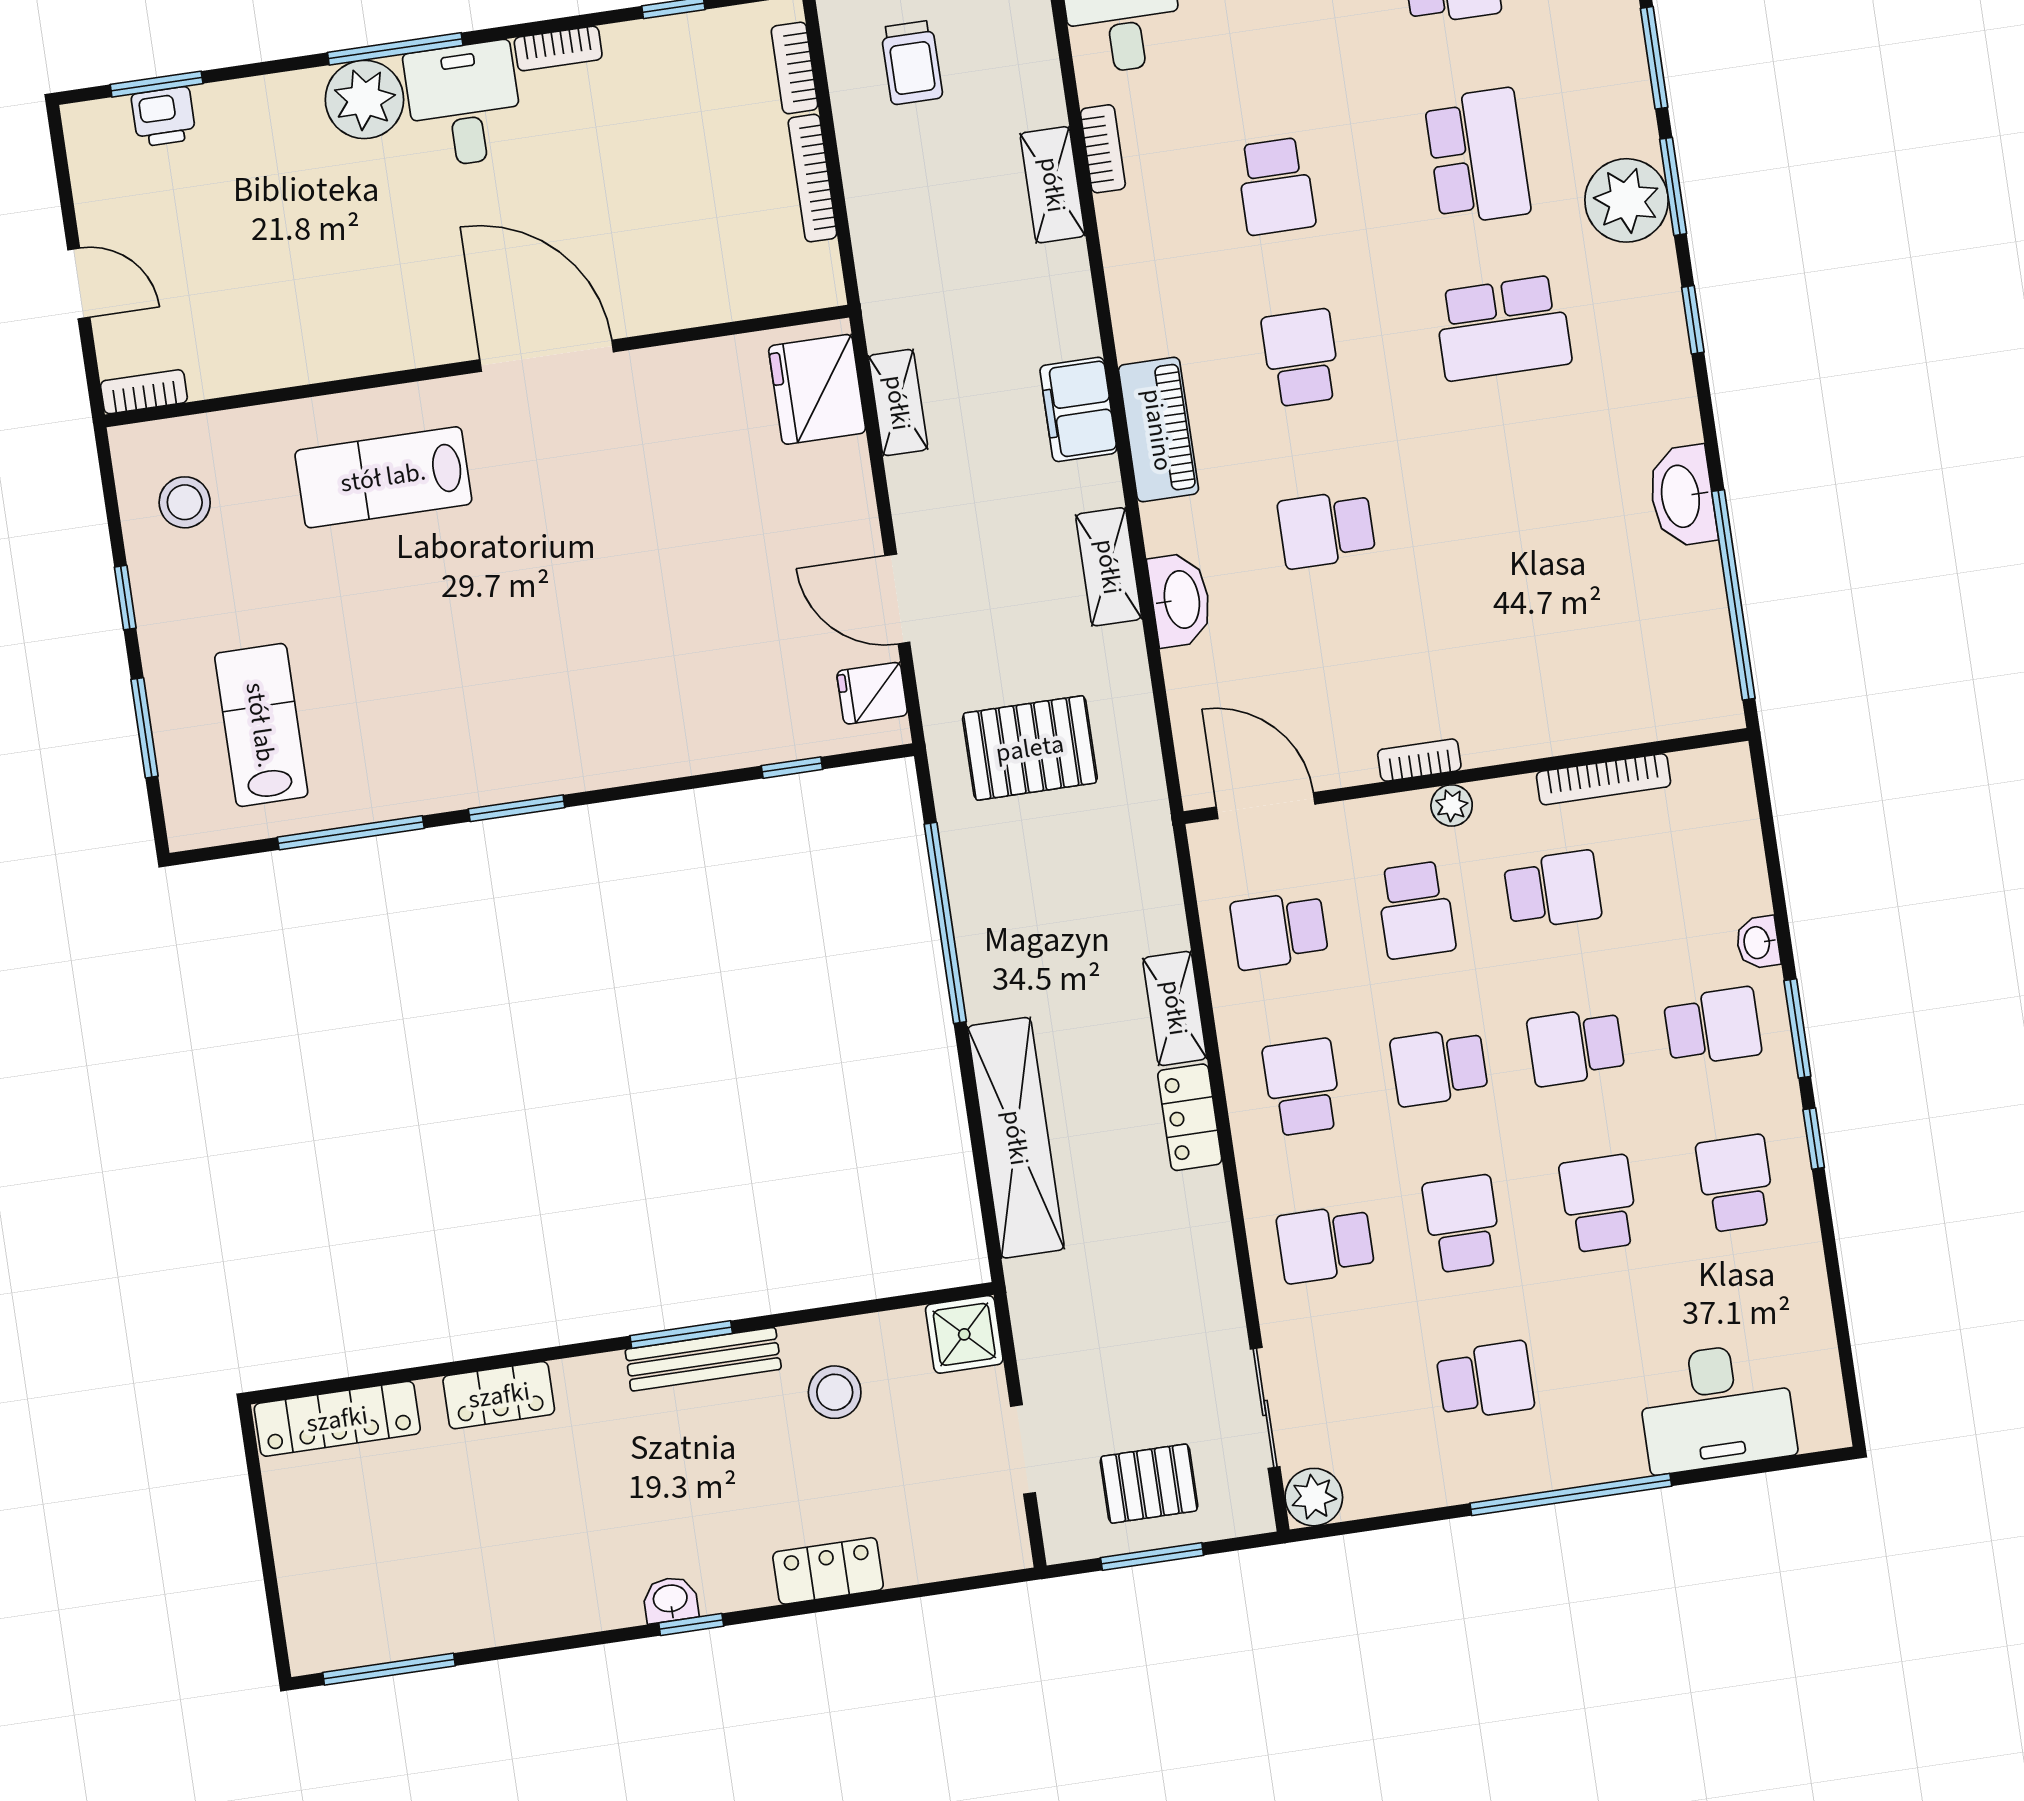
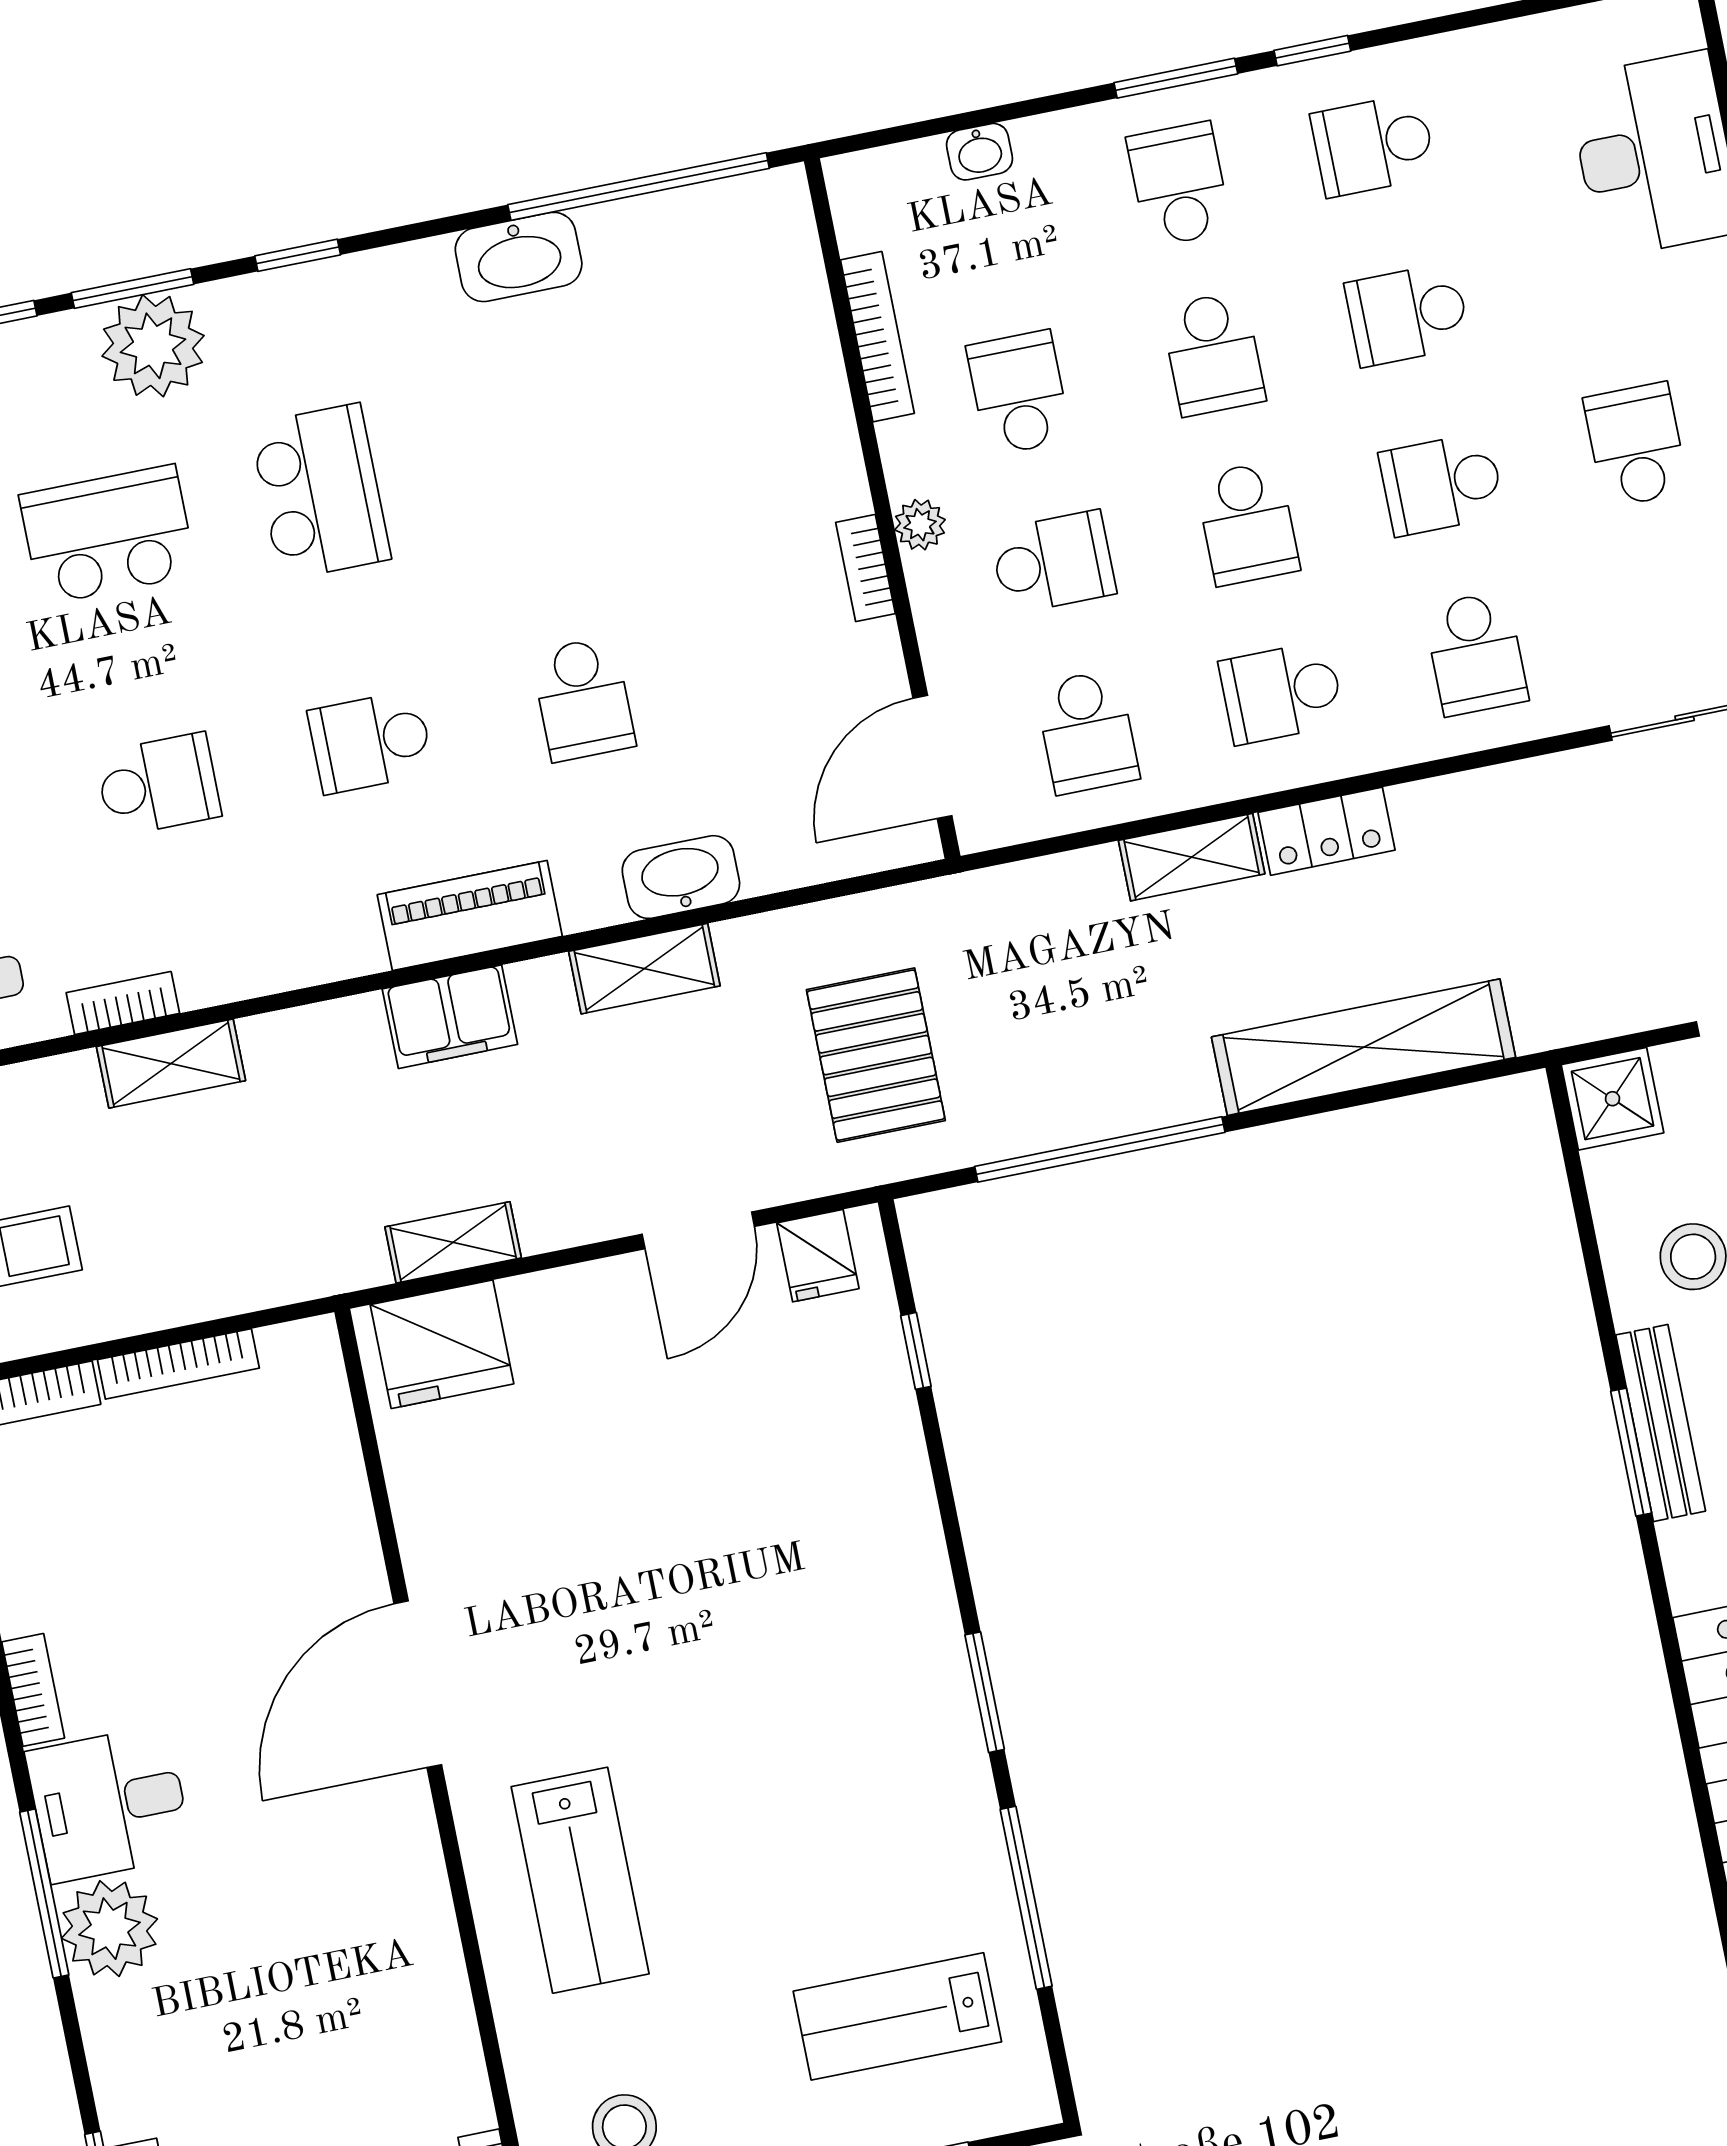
washbasin: (1758, 942) -> (979, 152), moved

